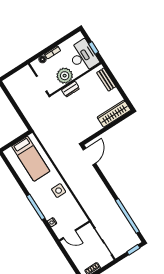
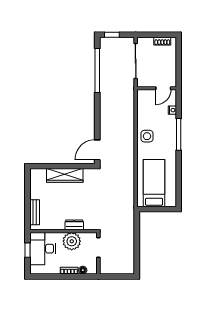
wardrobe: (114, 114) -> (65, 175), moved
door: (69, 234) -> (163, 88), swing flipped

